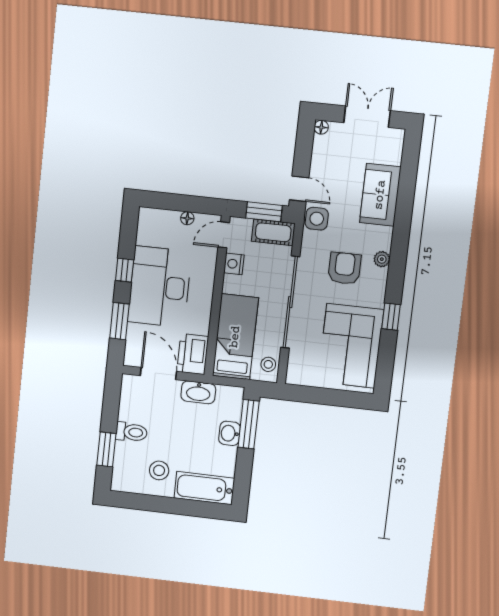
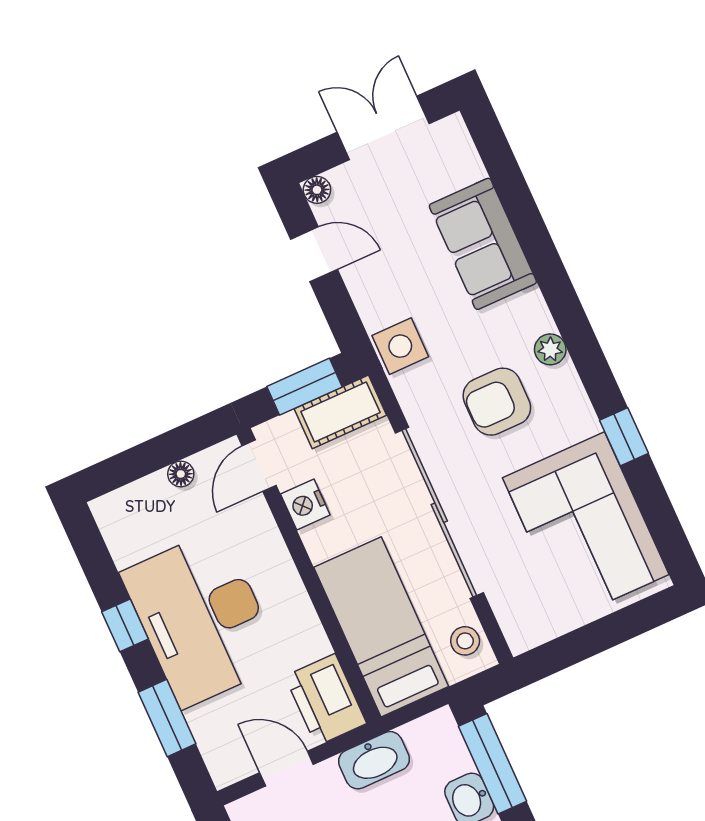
door: (299, 189) -> (314, 254), moved
armchair: (345, 268) -> (497, 402), turned -90
door: (158, 373) -> (287, 768), width x0.73

